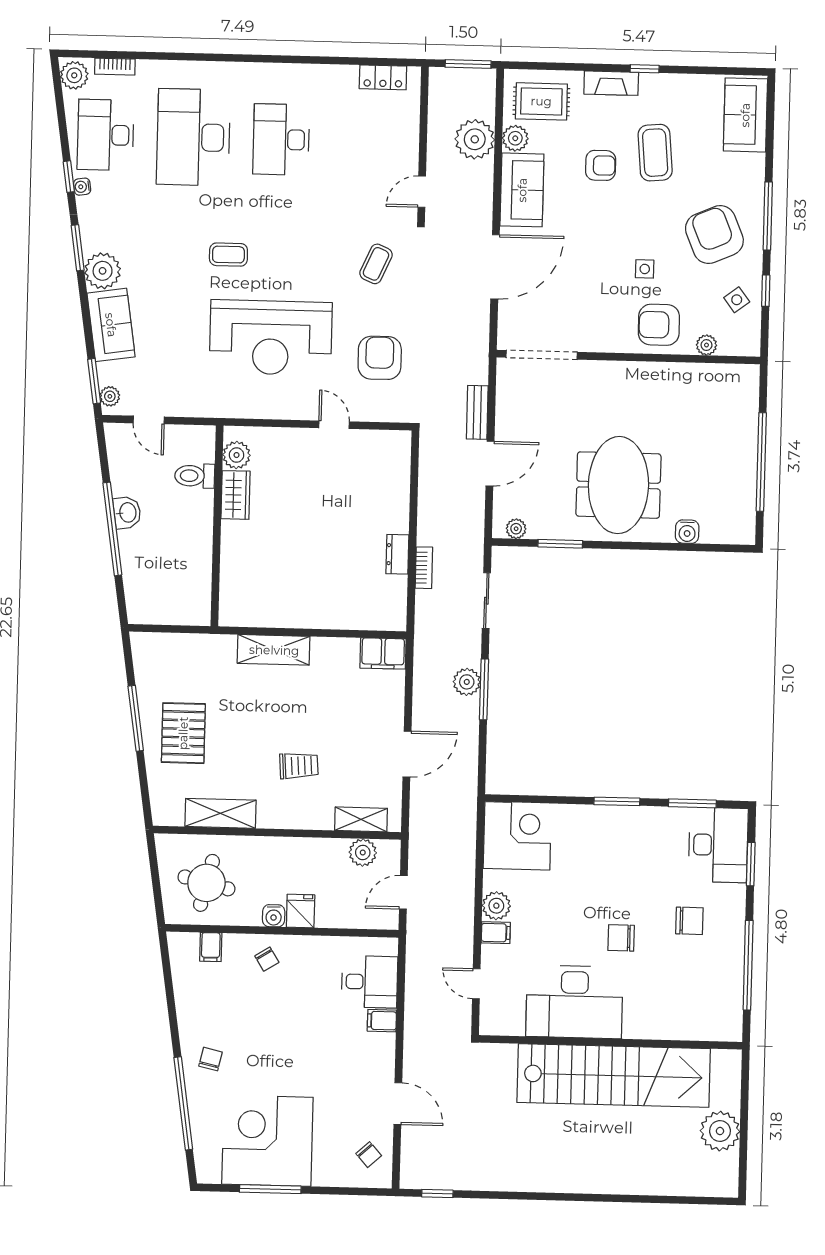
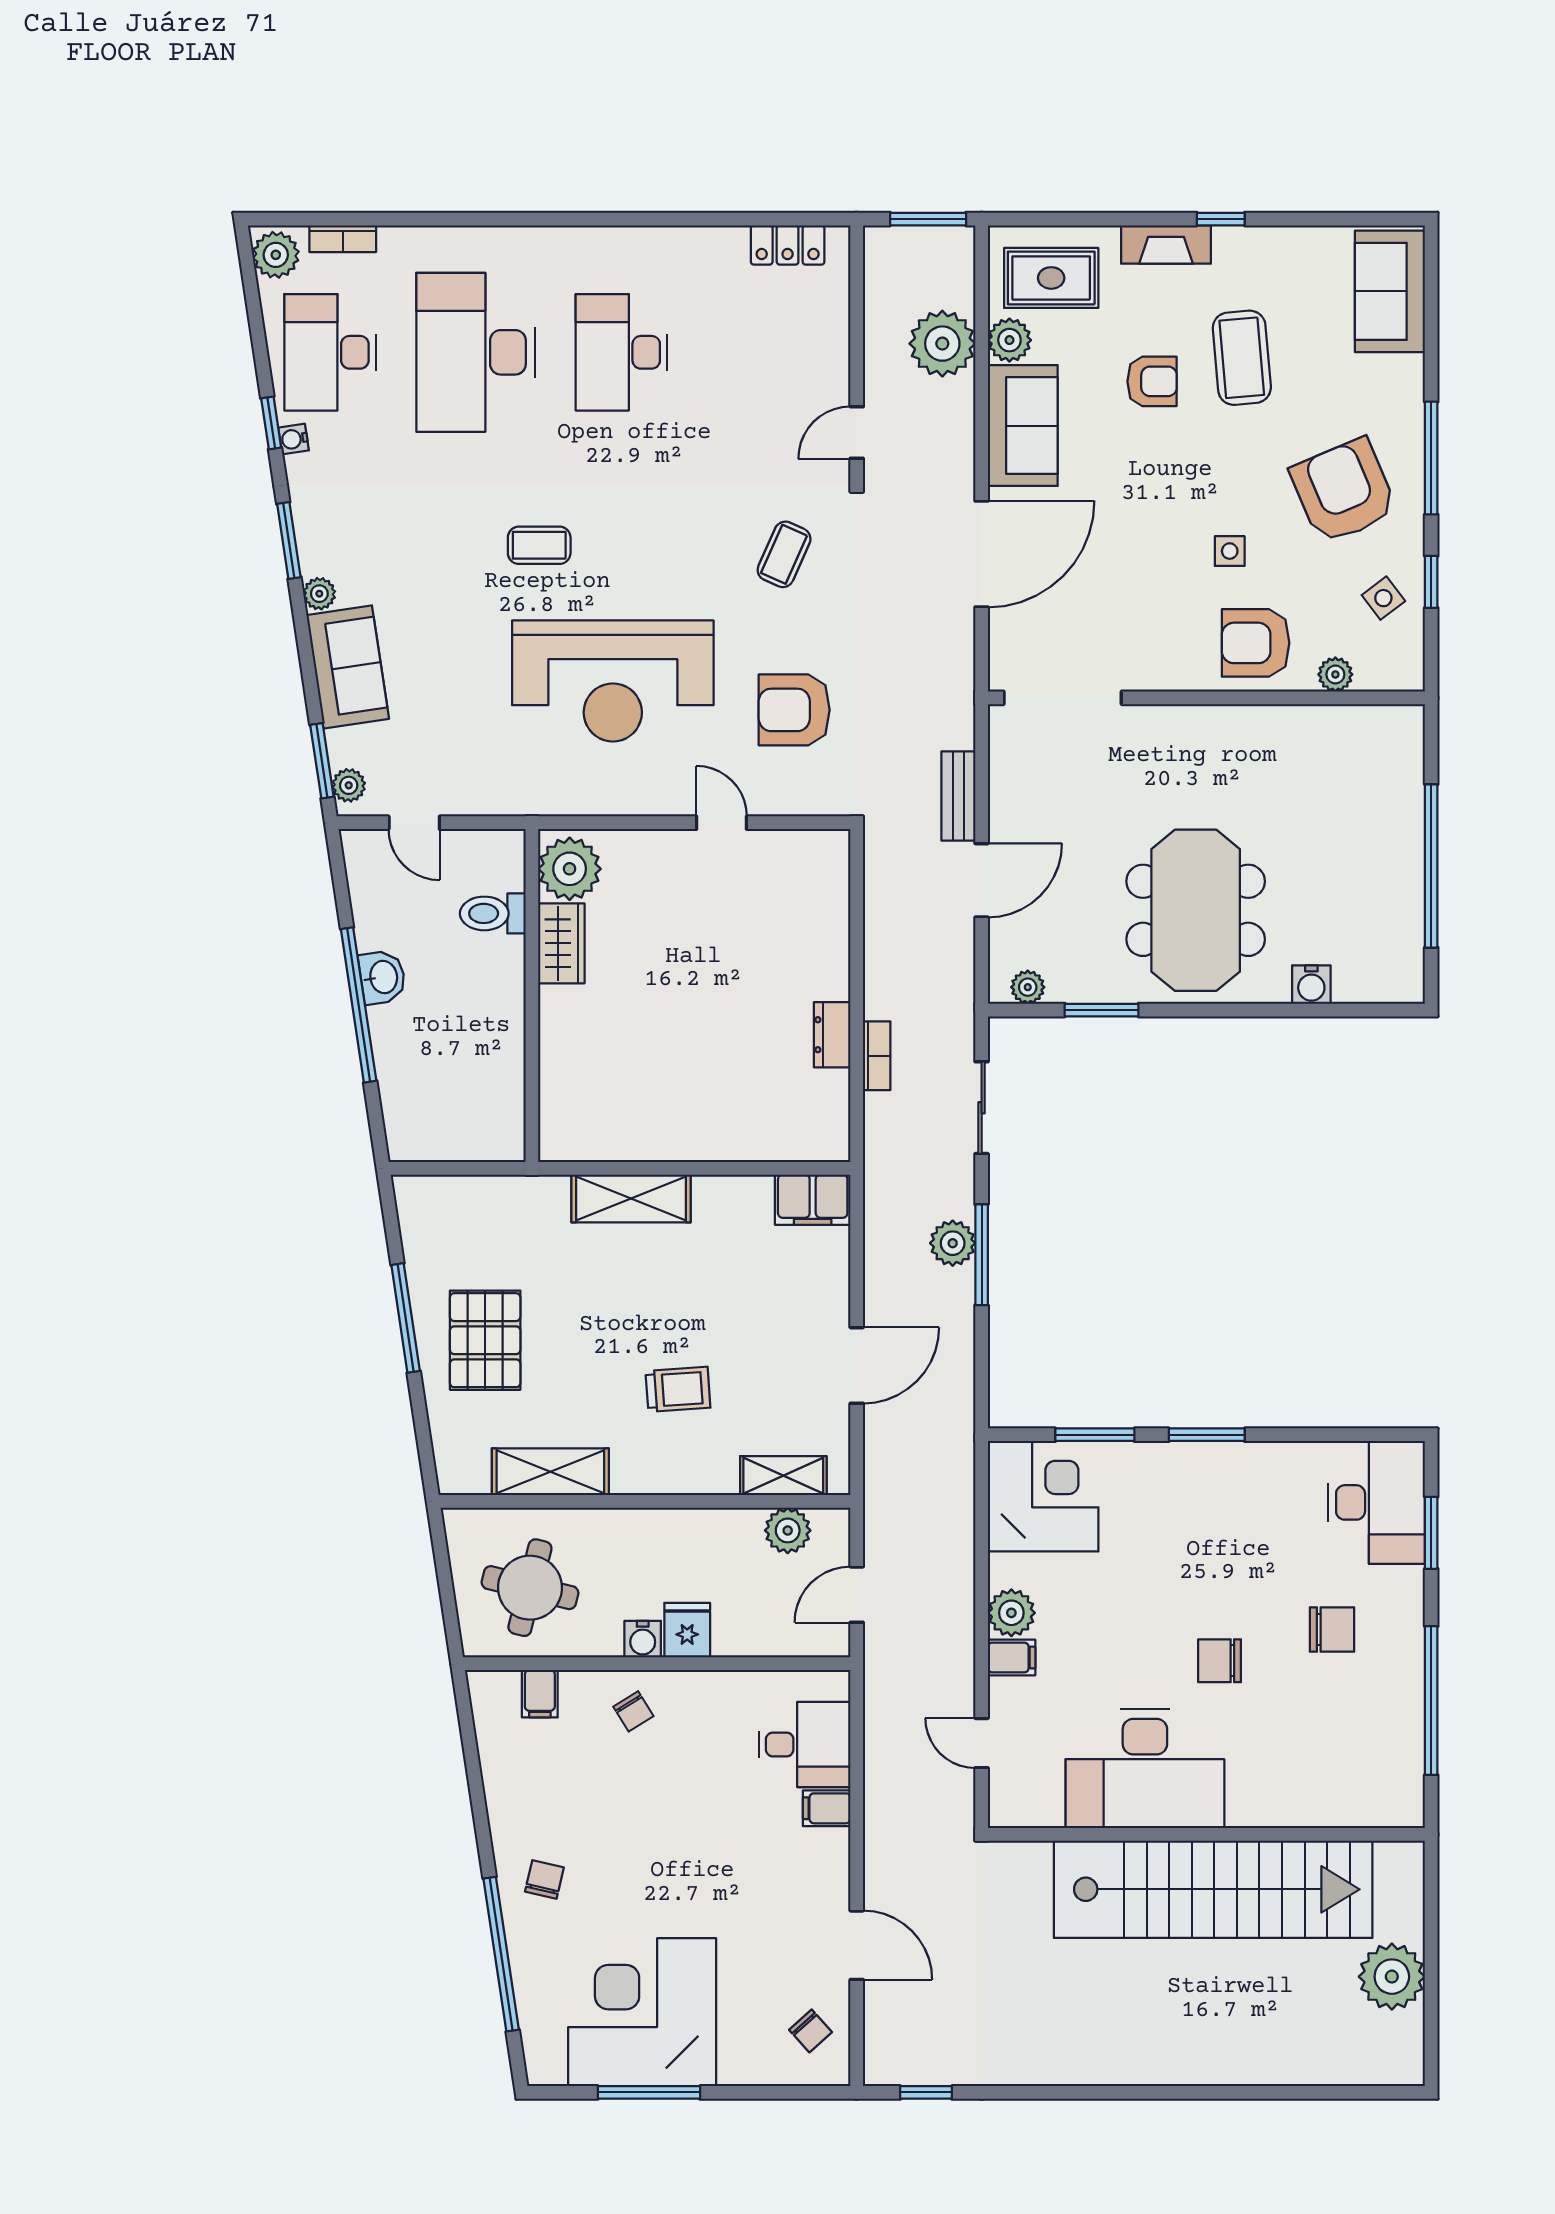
plant: (103, 271) -> (319, 594), width x0.53, depth x0.53
armchair: (380, 358) -> (794, 710), turned -90
plant: (237, 455) -> (570, 869), width x1.36, depth x1.36
window: (692, 803) -> (1095, 1435), moved

